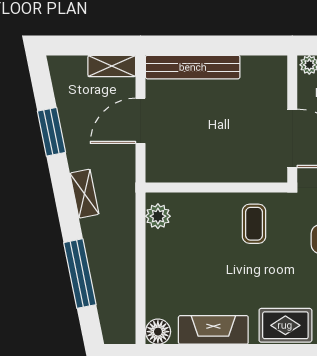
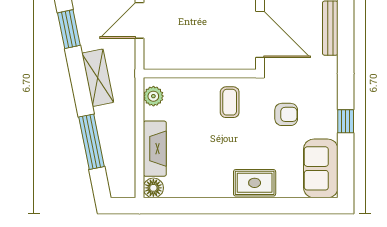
shelving: (84, 194) -> (98, 78), width x1.50, depth x1.33
fireplace: (213, 330) -> (155, 149), moved, turned 90

